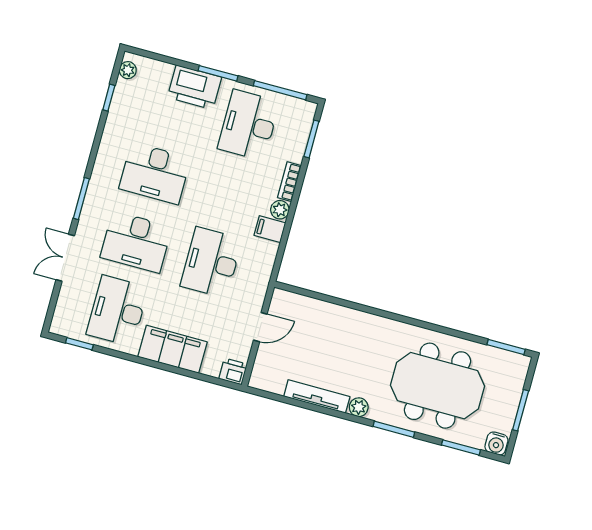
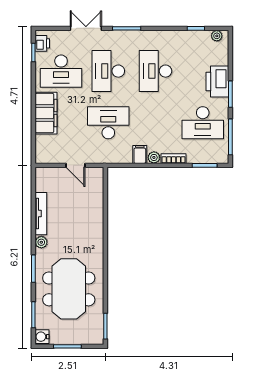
desk: (249, 125) -> (203, 123), turned 180
desk: (117, 311) -> (61, 71), turned 180
printer: (233, 372) -> (42, 43), moved

